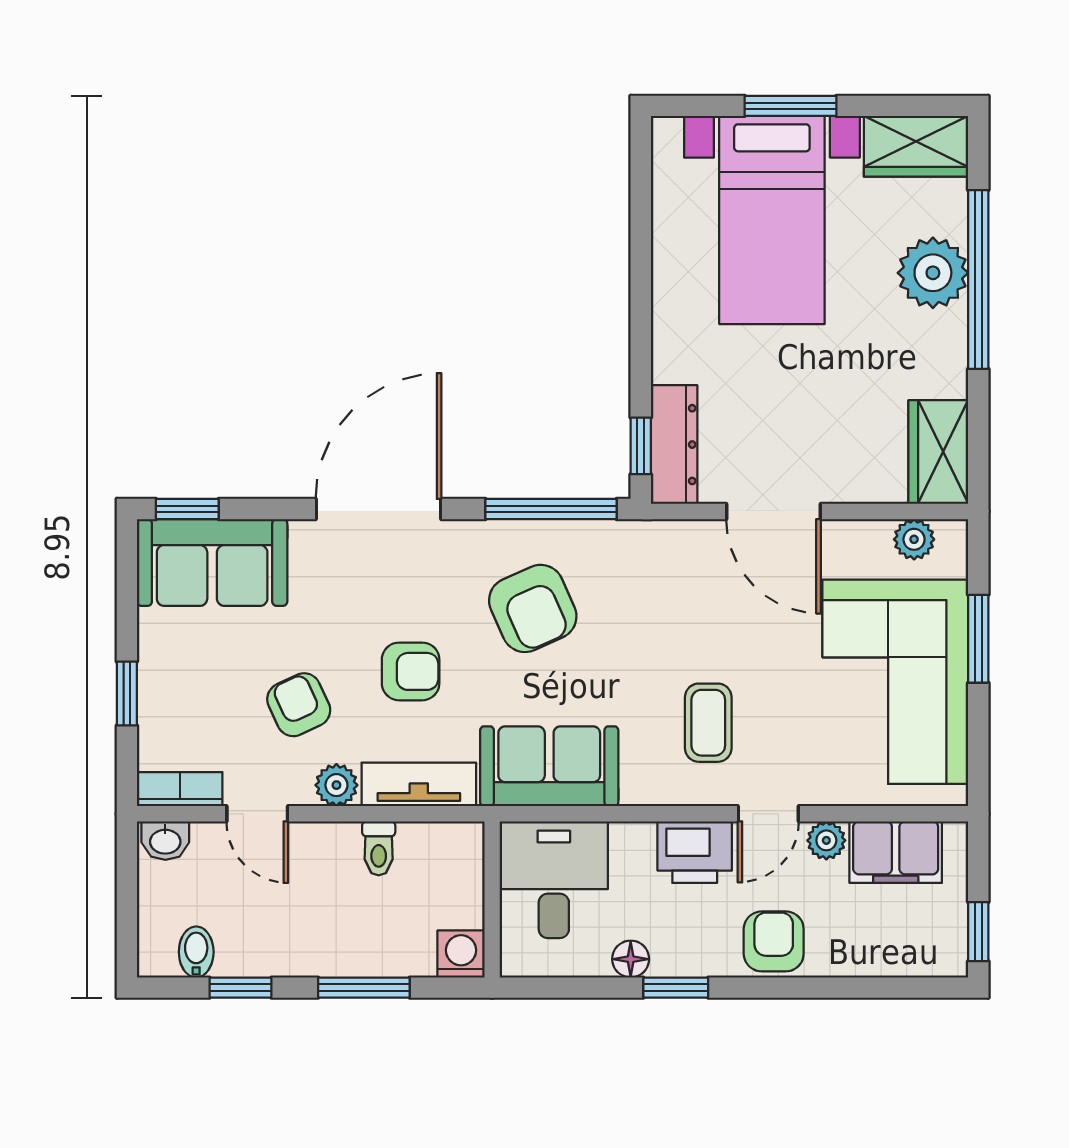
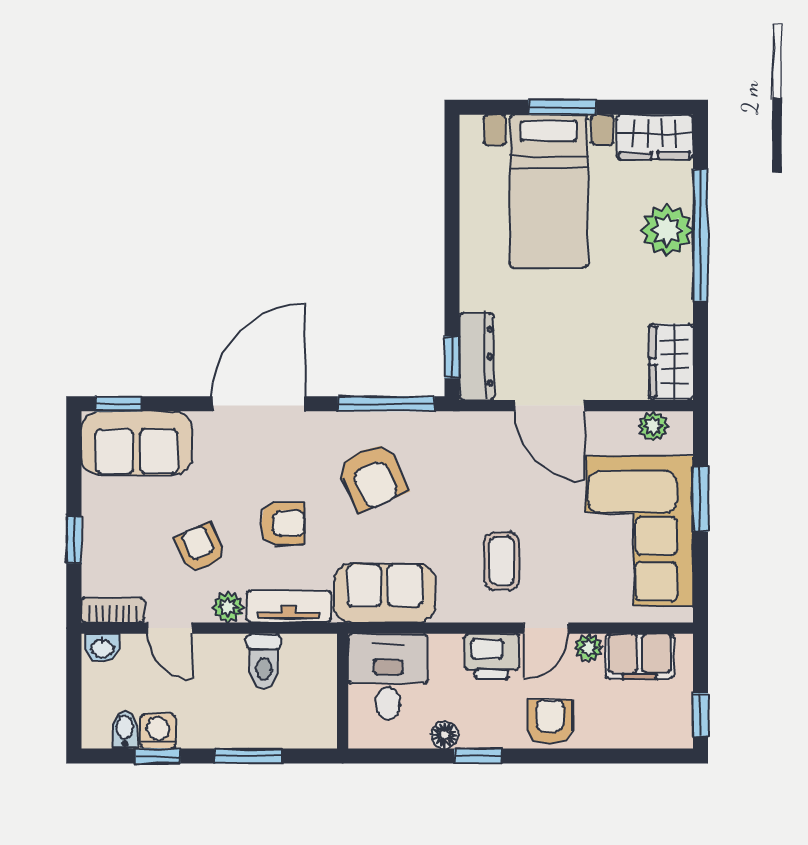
toilet: (379, 848) -> (264, 661), width x1.37, depth x1.39
washing machine: (461, 954) -> (158, 731), moved

